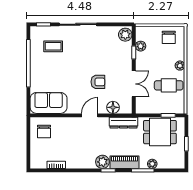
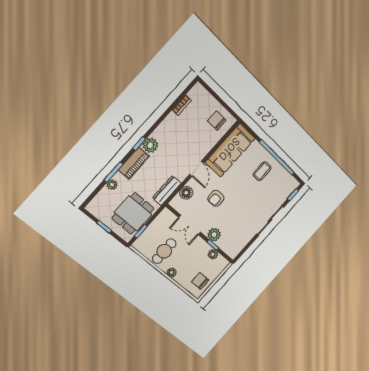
plant: (125, 35) -> (214, 235), moved
coffee table: (53, 46) -> (262, 171), moved
sofa: (49, 103) -> (230, 150), width x1.36

